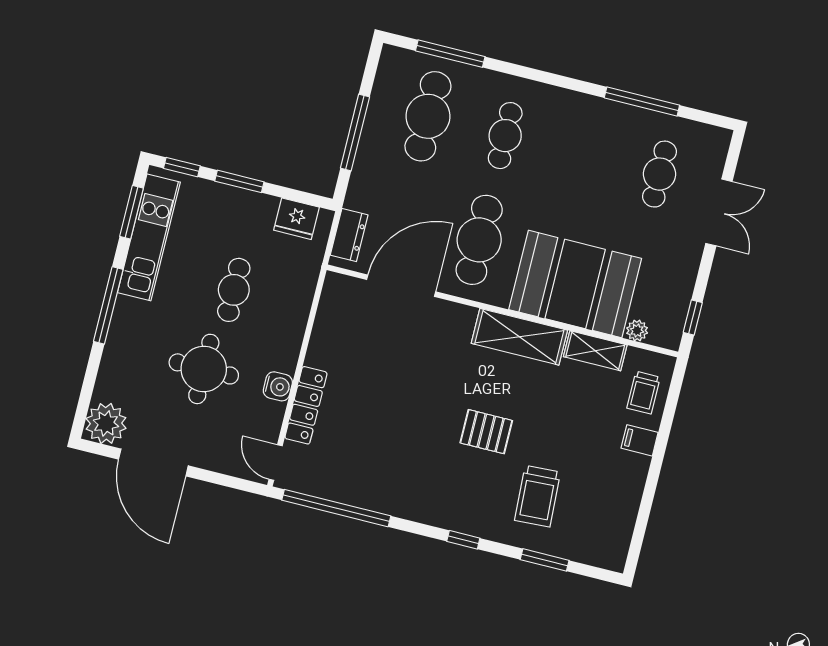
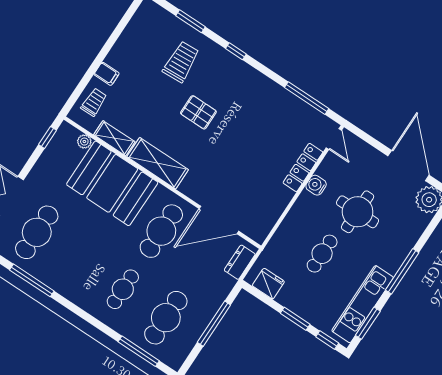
cafe table: (660, 174) -> (37, 232), width x1.37, depth x1.35
window: (336, 508) -> (307, 98), width x0.68

